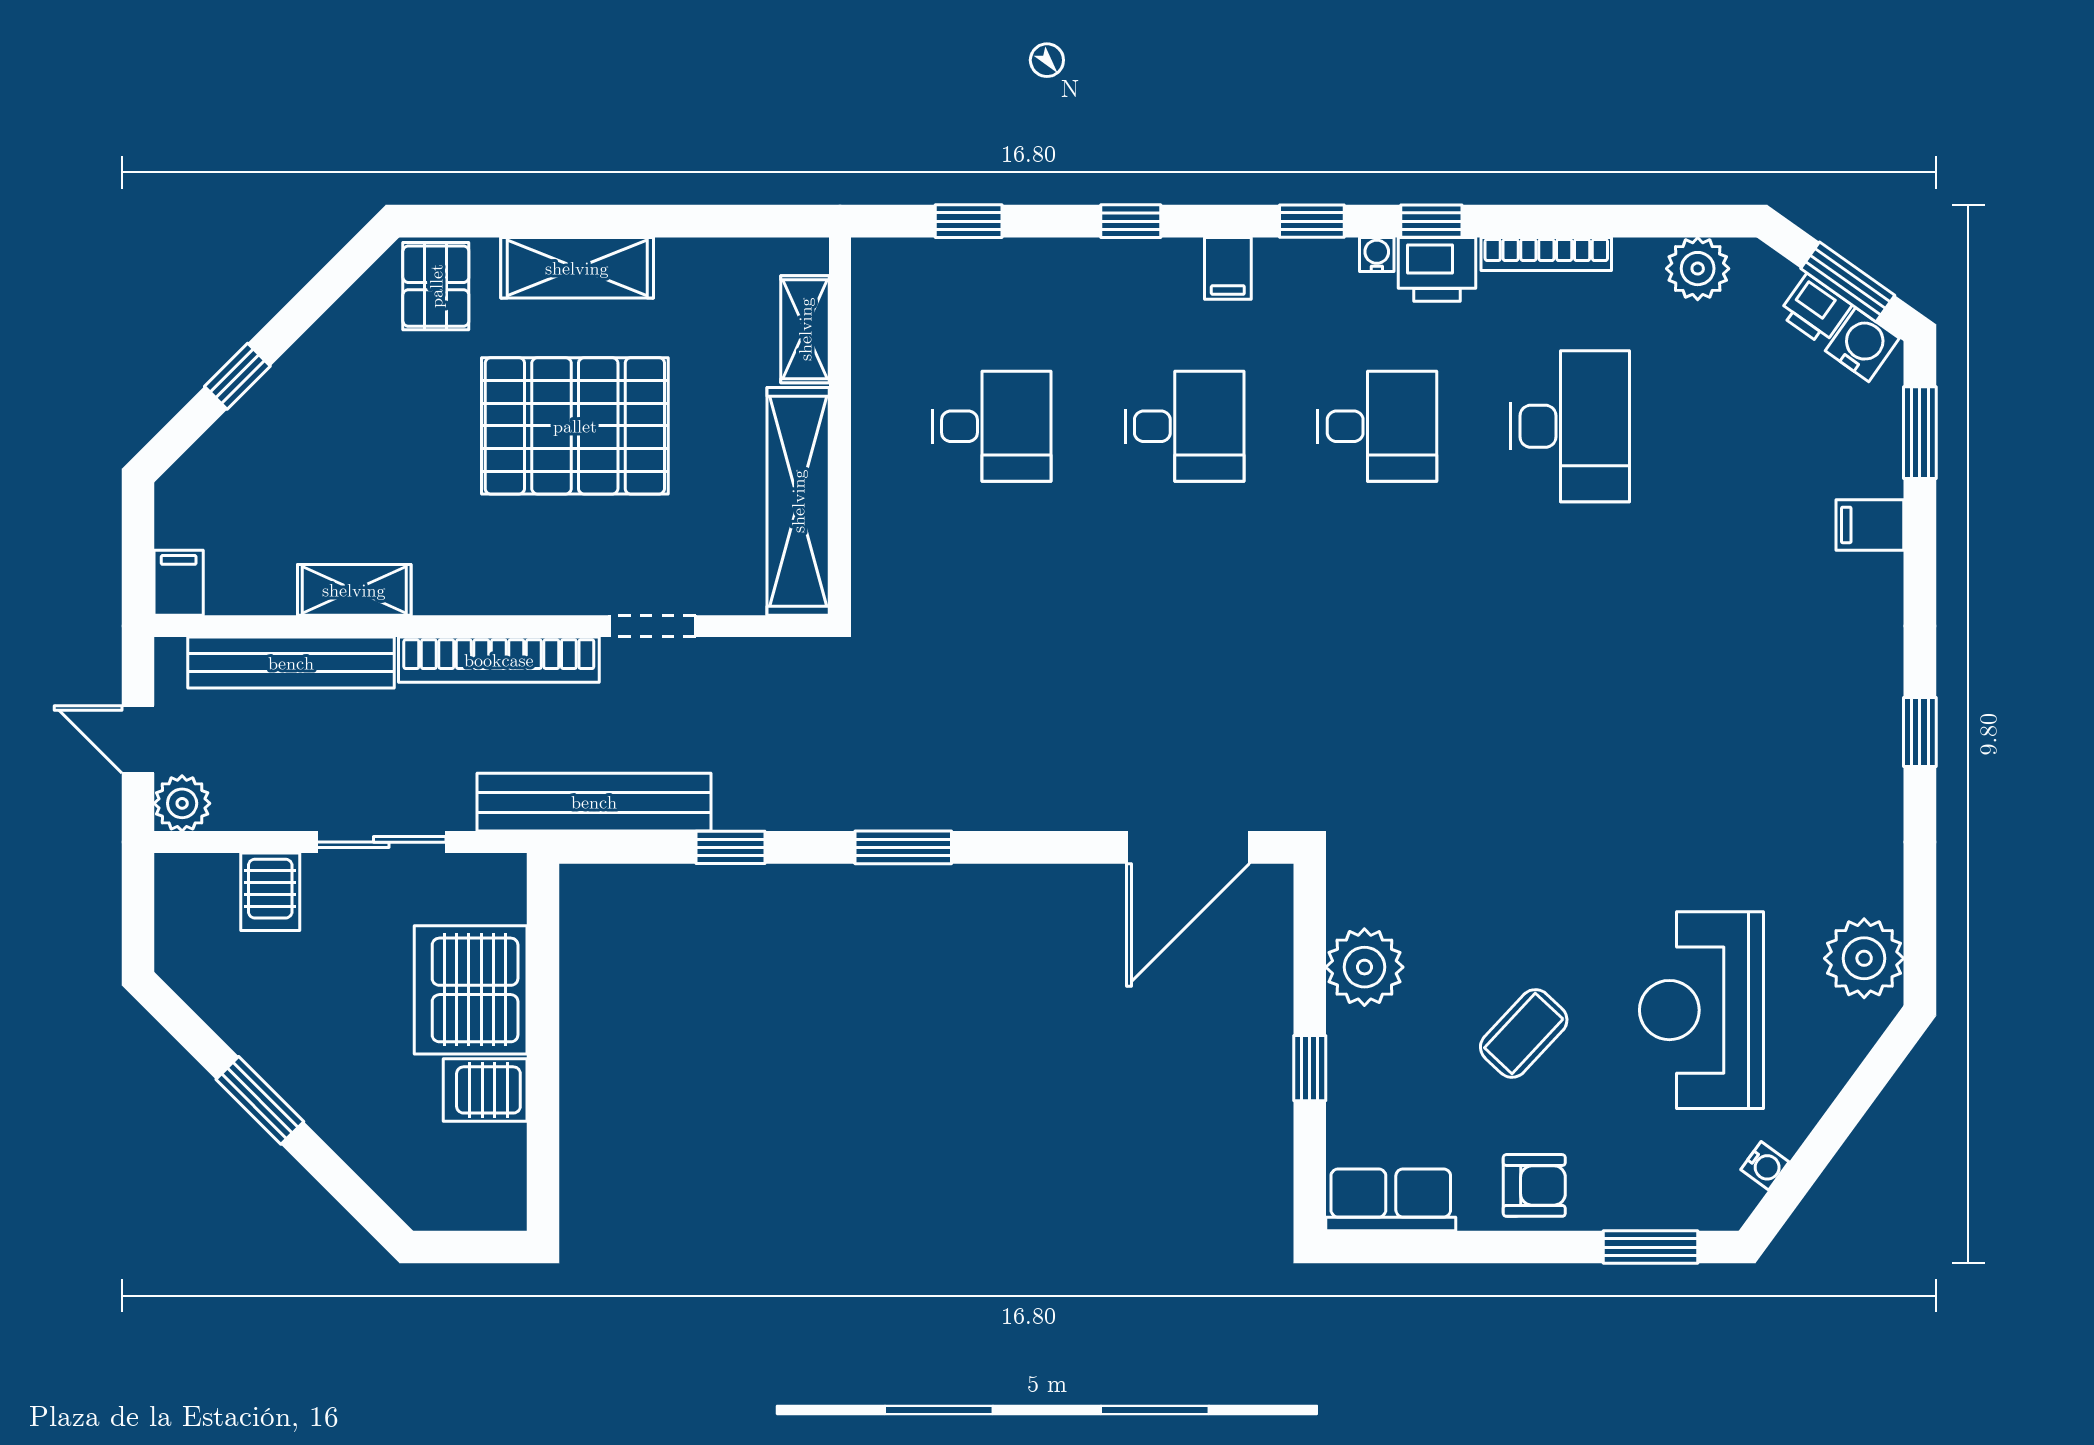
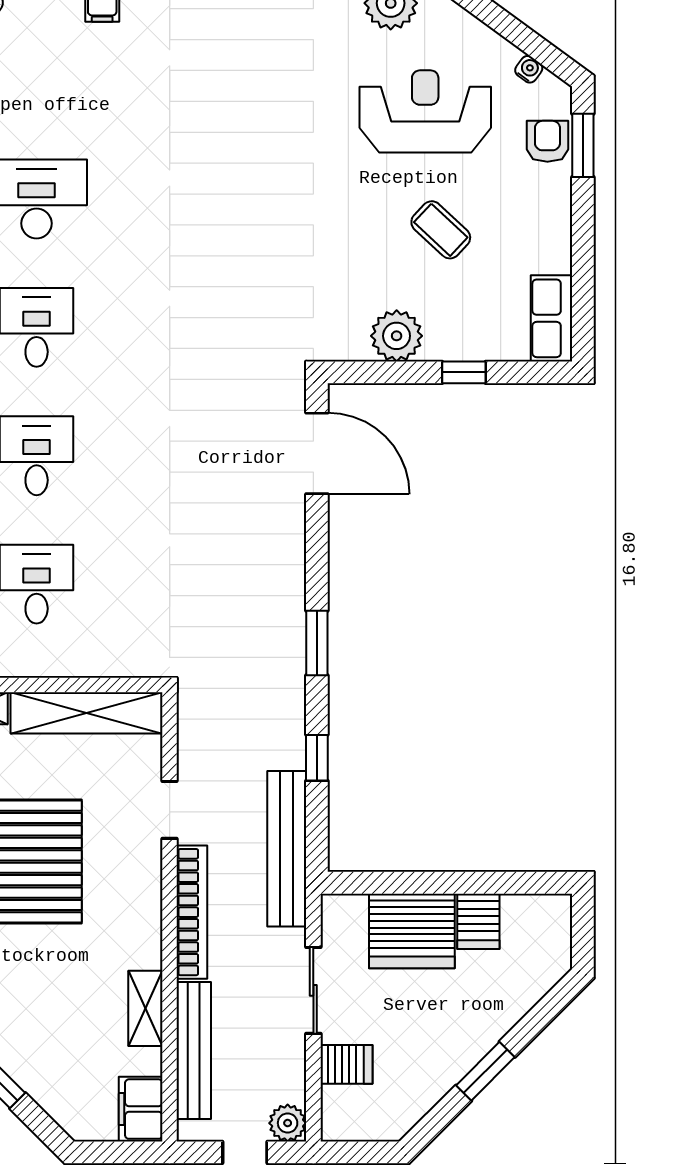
filing cabinet: (179, 583) -> (141, 1109), width x2.00
reception desk: (1702, 1010) -> (425, 111), turned 180
armchair: (1534, 1185) -> (547, 141), moved

